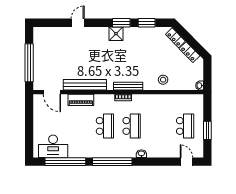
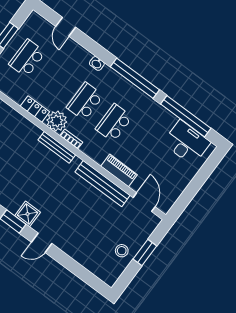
door: (78, 23) -> (42, 243), moved
window: (29, 63) -> (145, 253), width x0.47
stool: (163, 80) -> (122, 251), moved
locker: (158, 99) -> (35, 109), added
plant: (140, 102) -> (57, 121), added
door: (186, 162) -> (66, 27), moved

